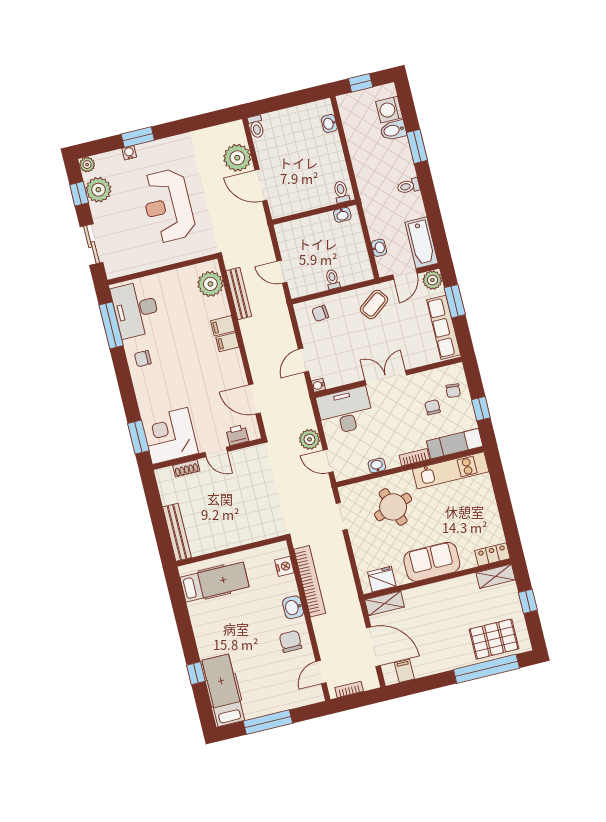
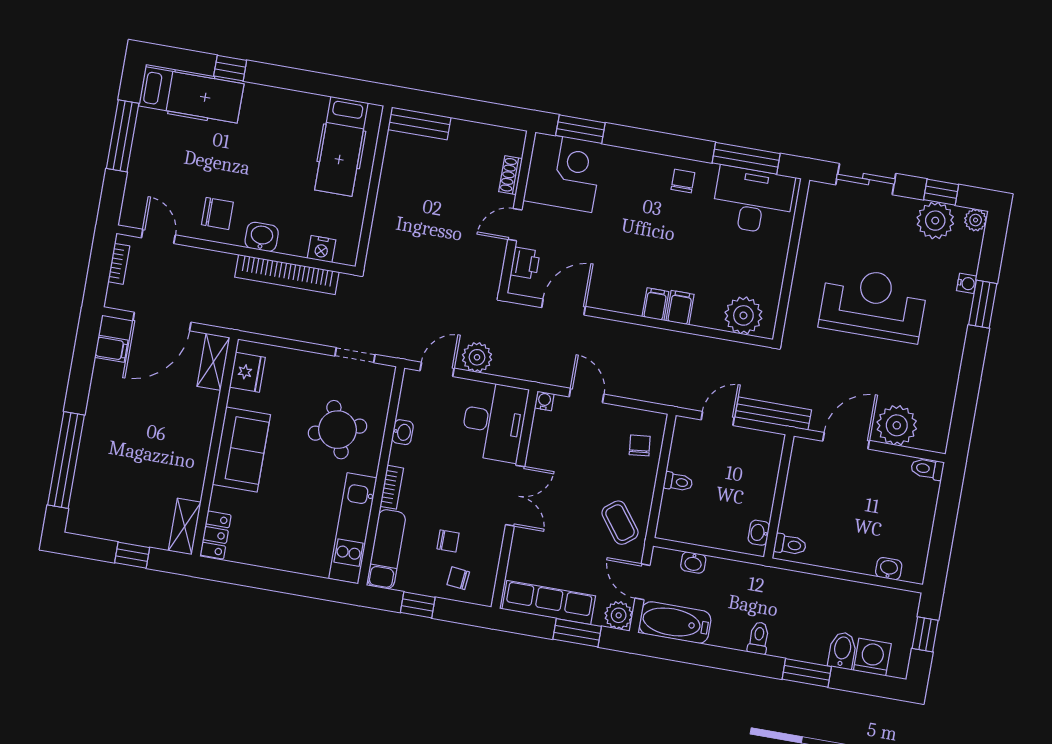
bench: (239, 294) -> (773, 414), moved
bench: (177, 532) -> (419, 123), width x0.73
pallet: (494, 639) -> (102, 488), removed

